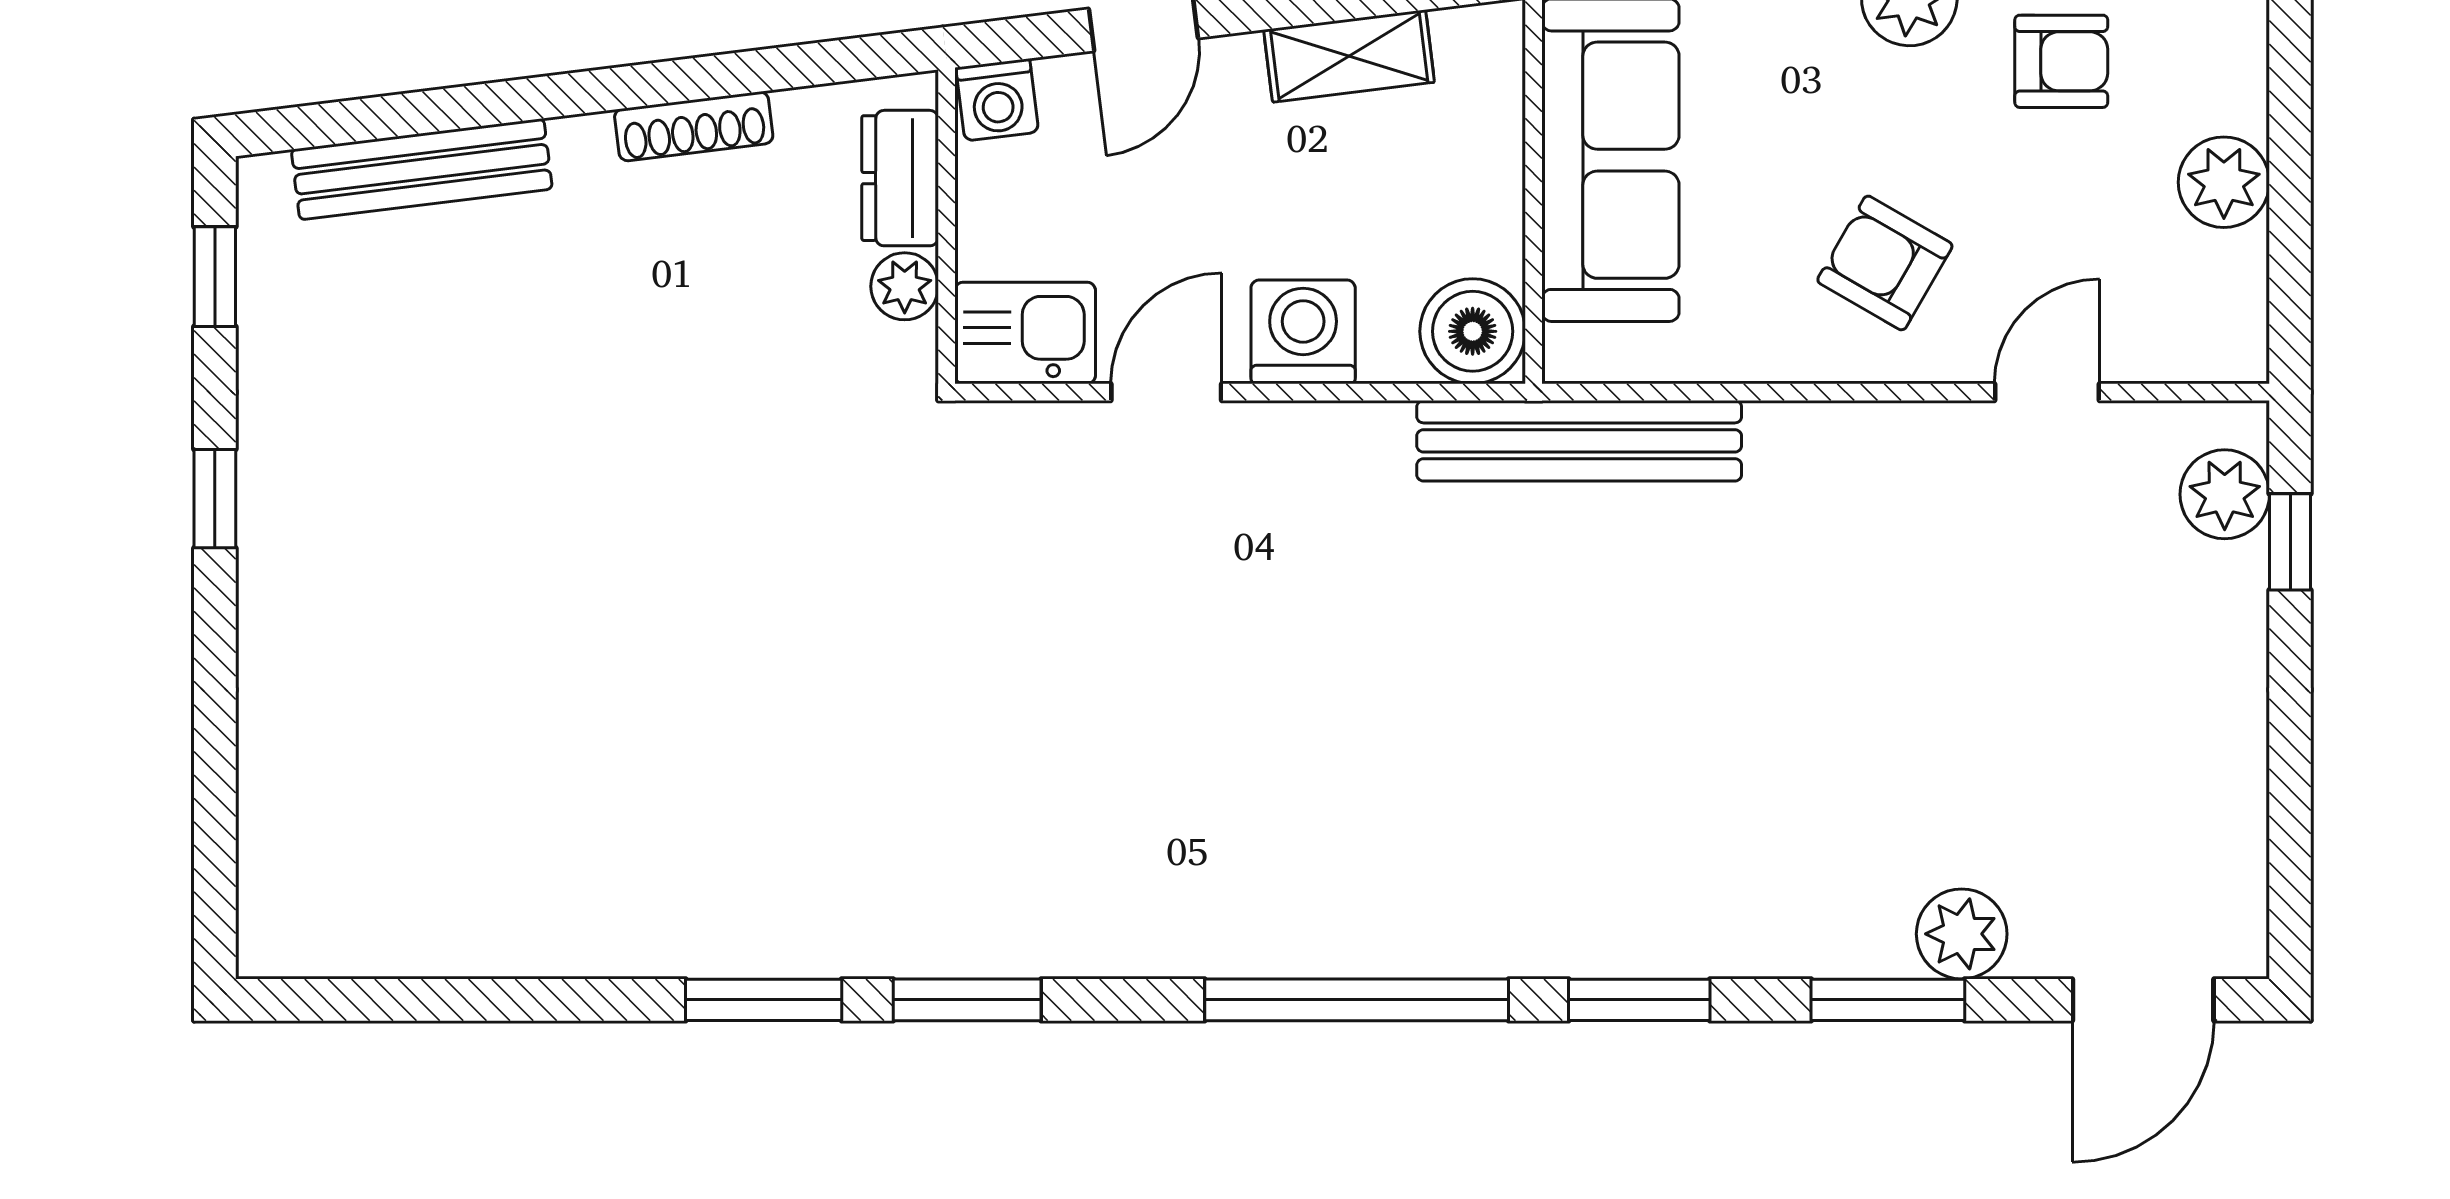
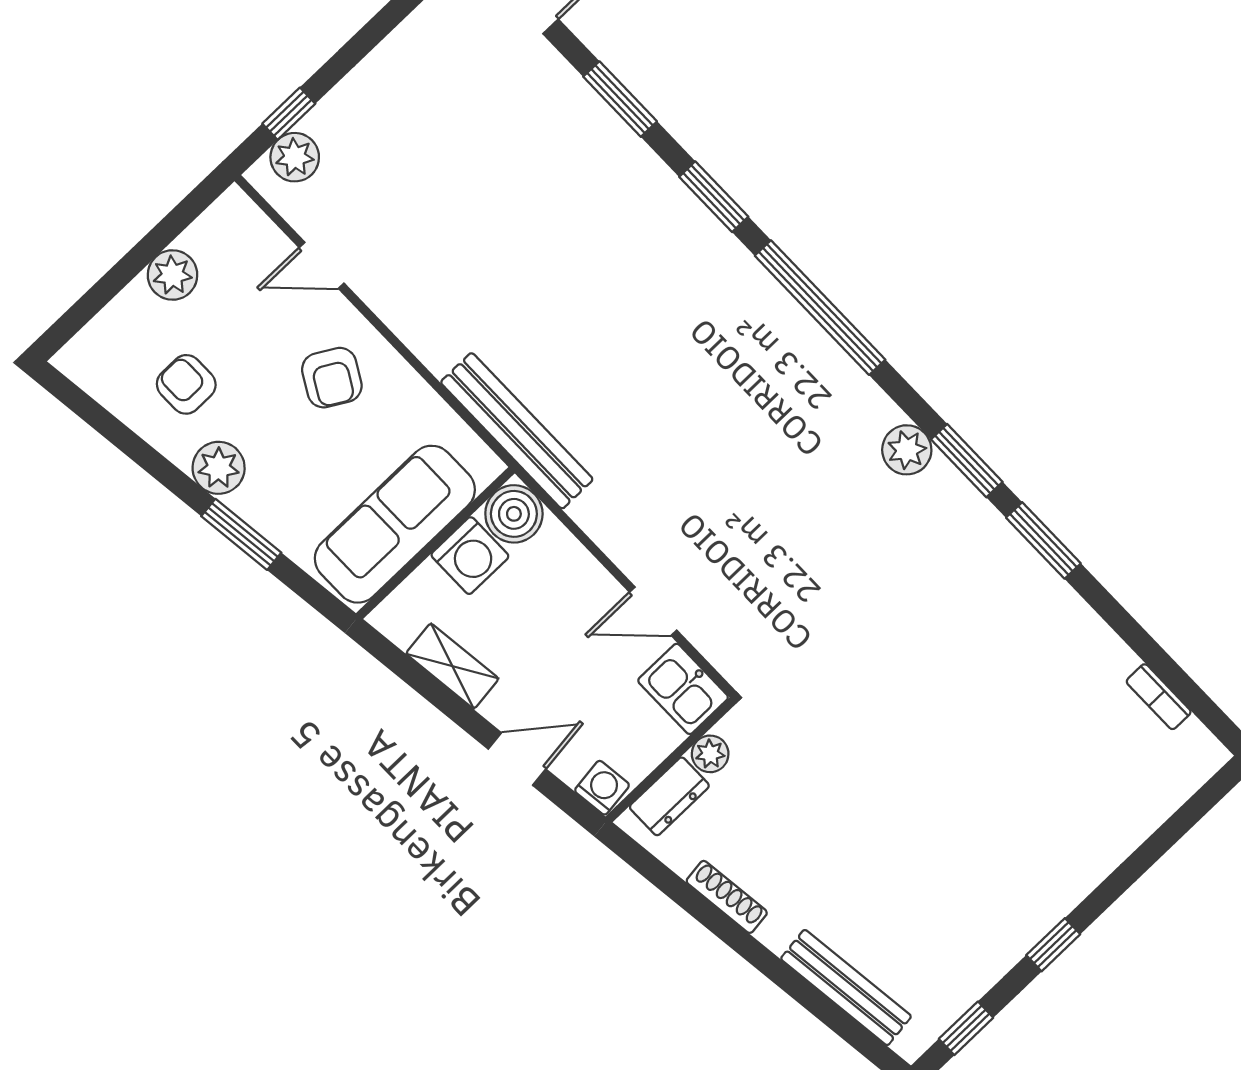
washing machine: (1303, 332) -> (470, 556), moved, turned -90
plant: (1962, 934) -> (907, 450), moved
bookcase: (410, 954) -> (1159, 697), added

